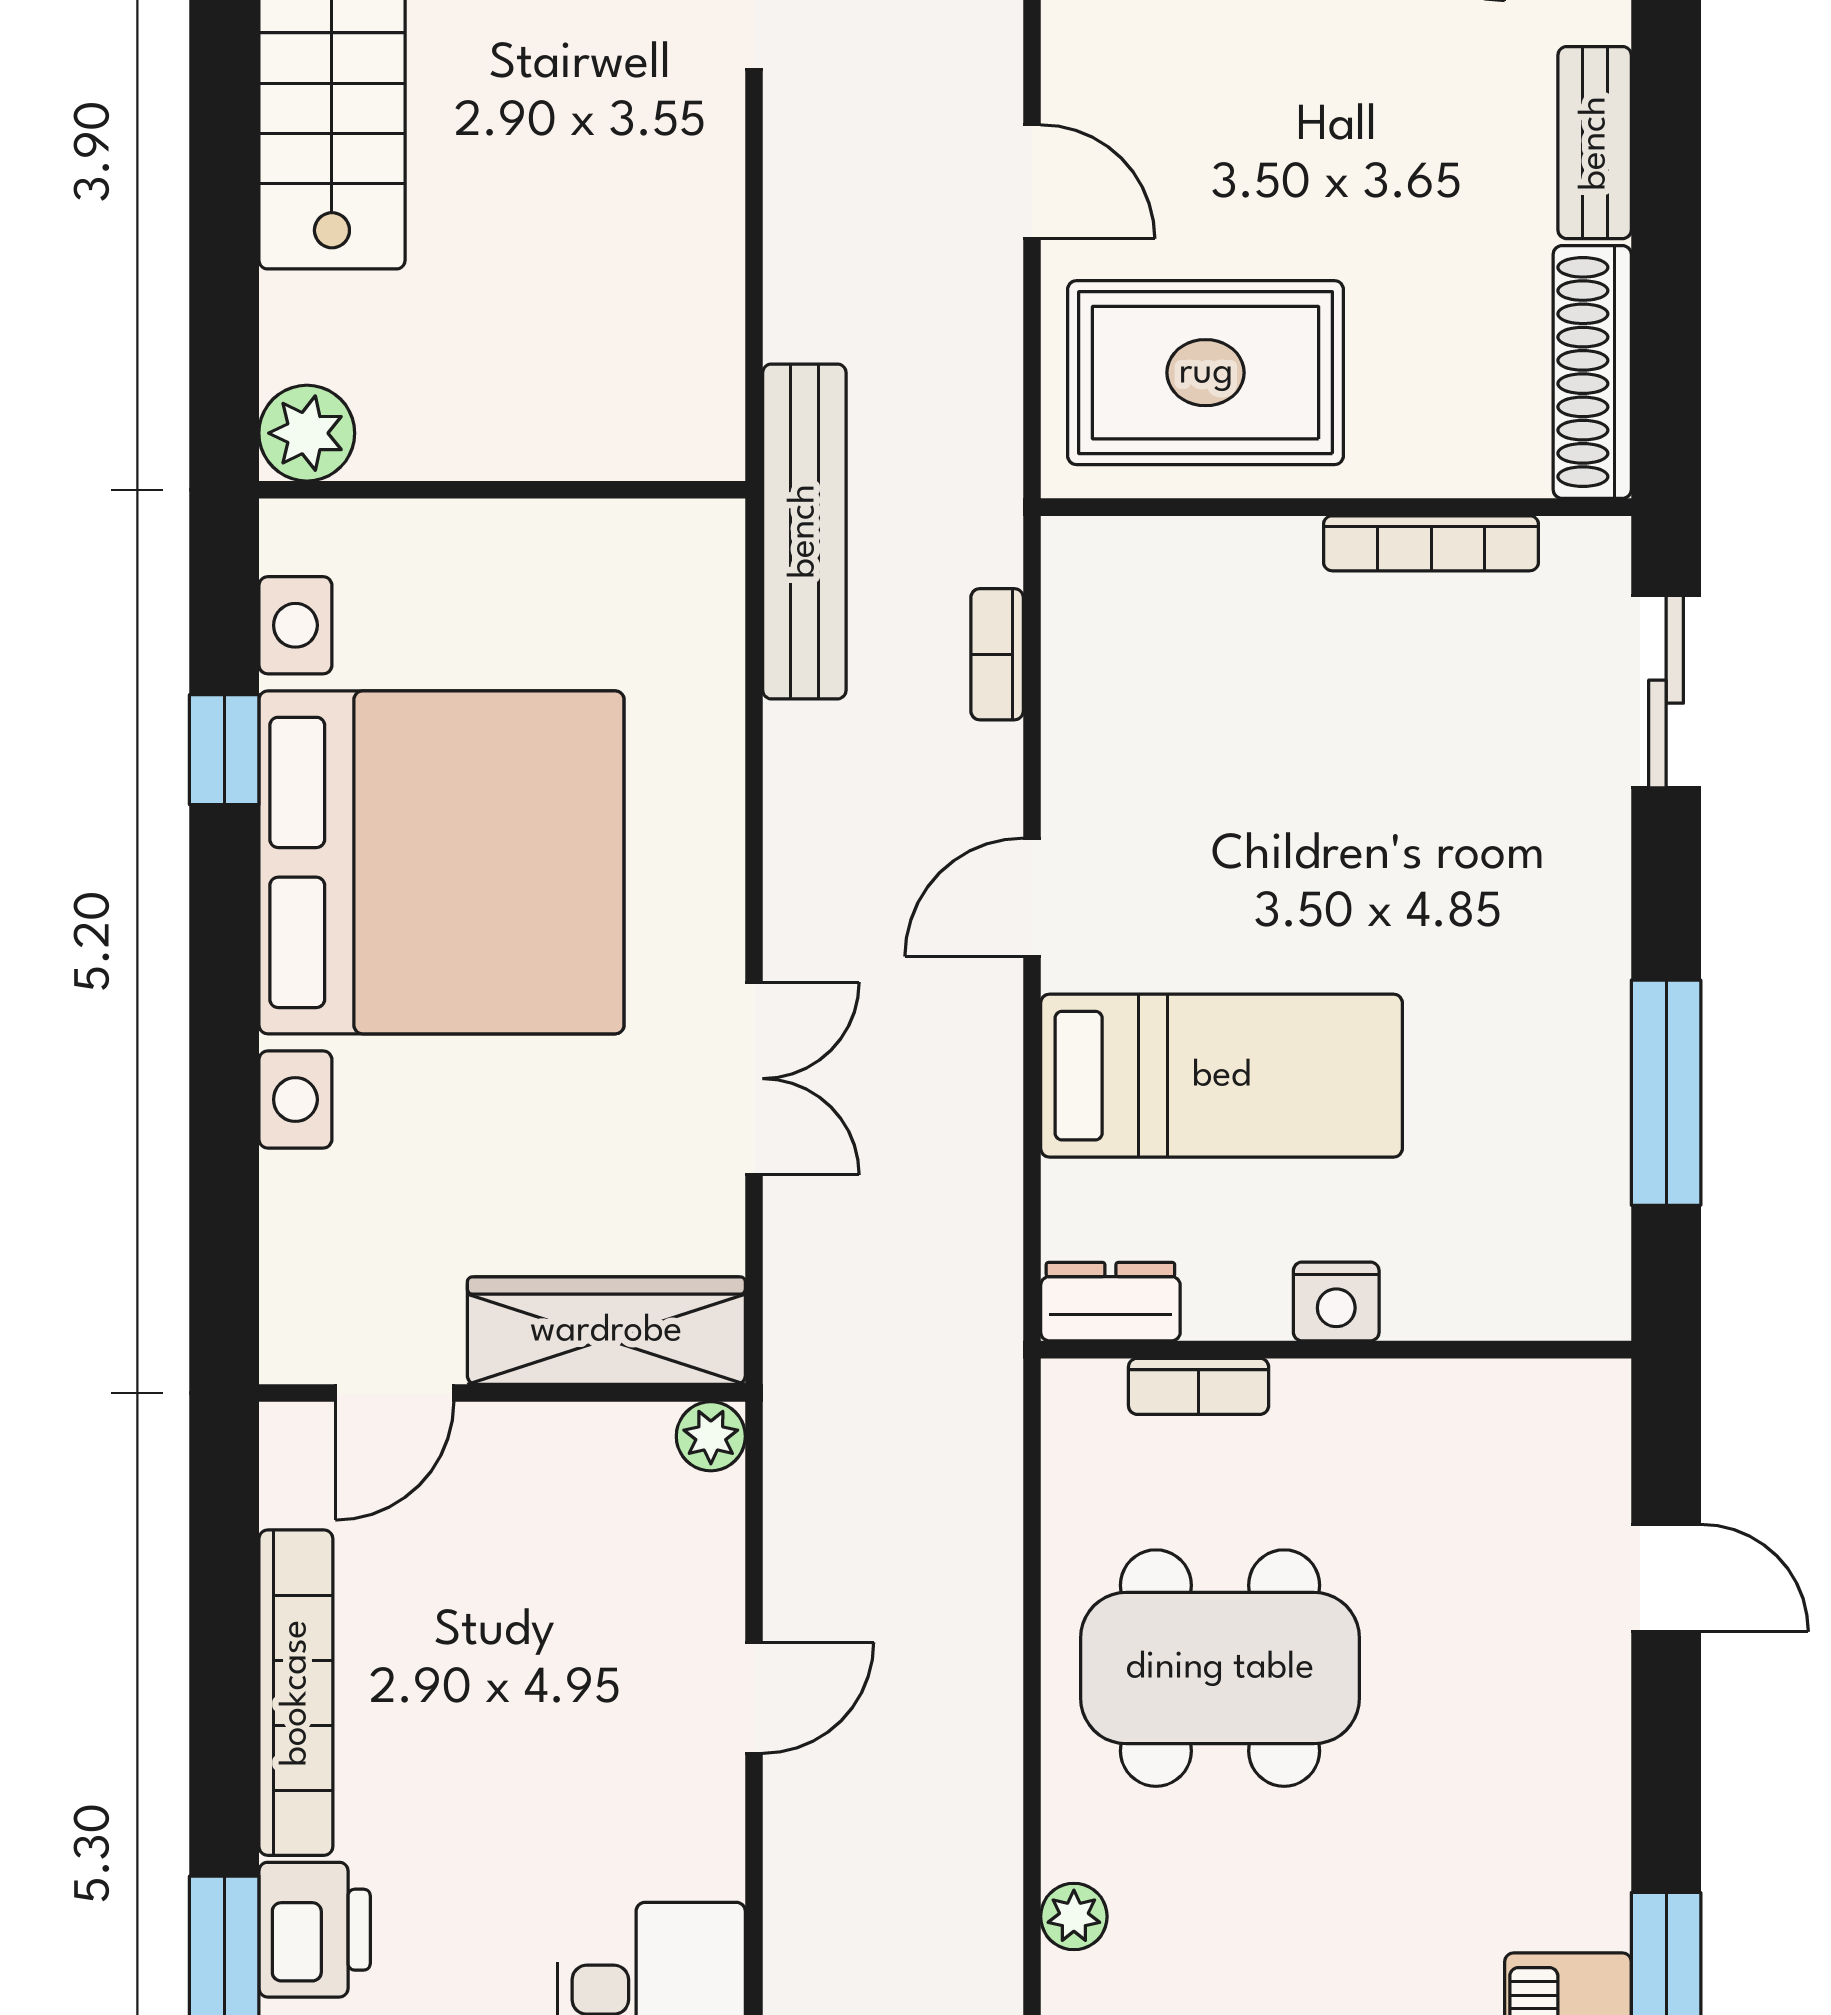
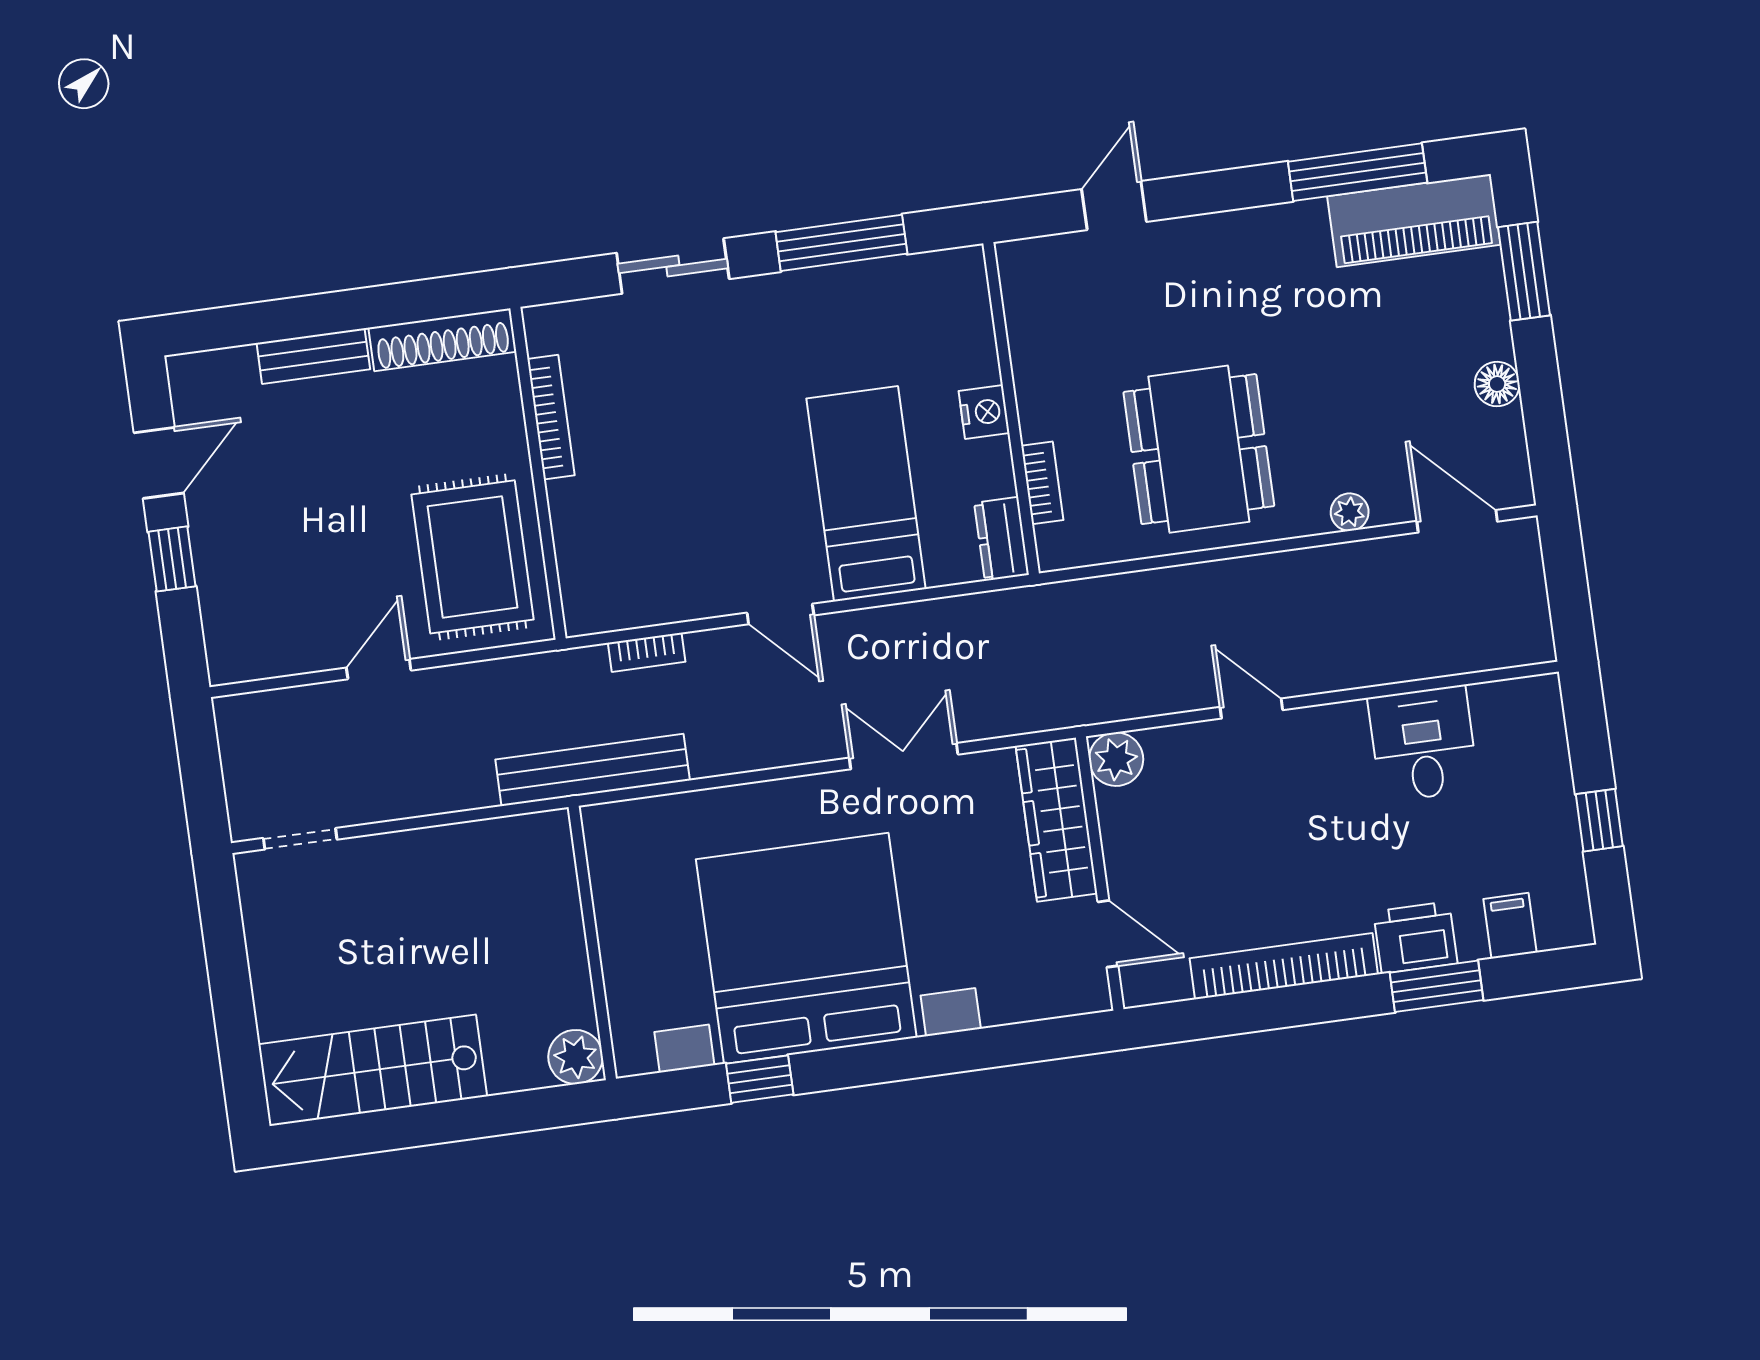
sliding door: (1666, 692) -> (673, 266), moved
plant: (711, 1436) -> (1116, 759), width x1.38, depth x1.38

